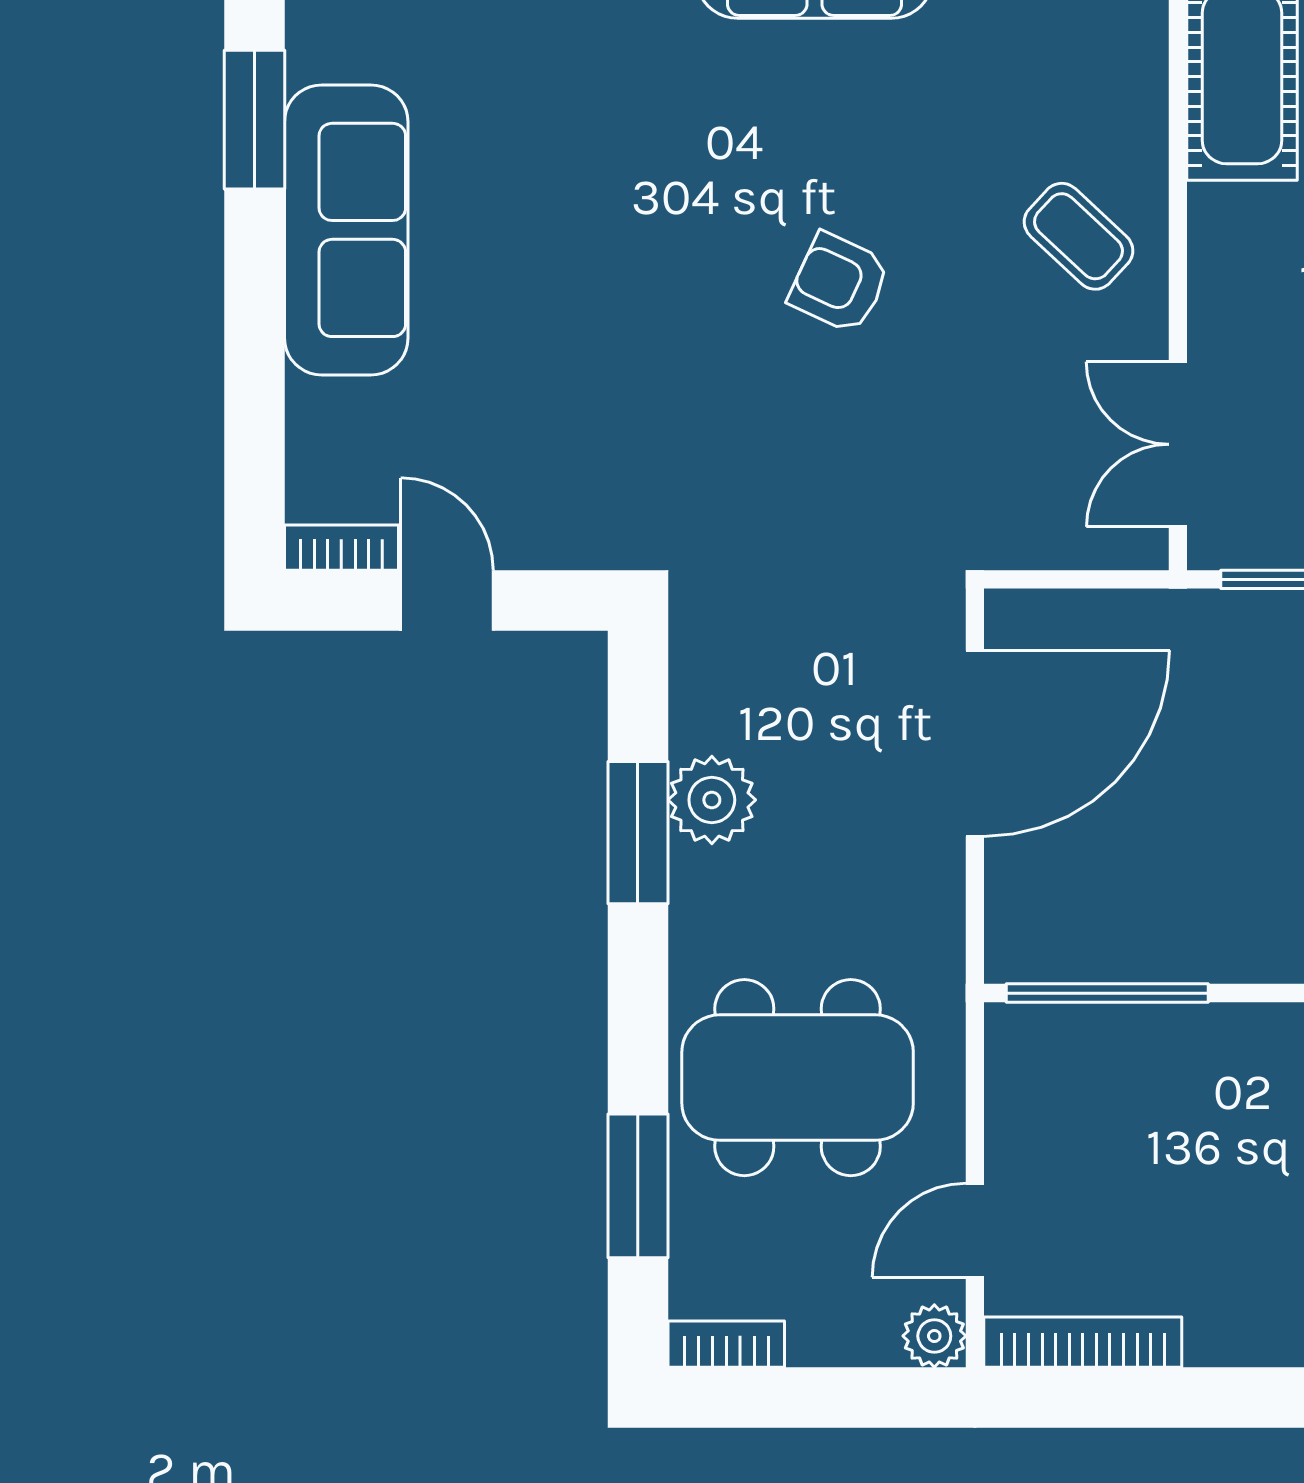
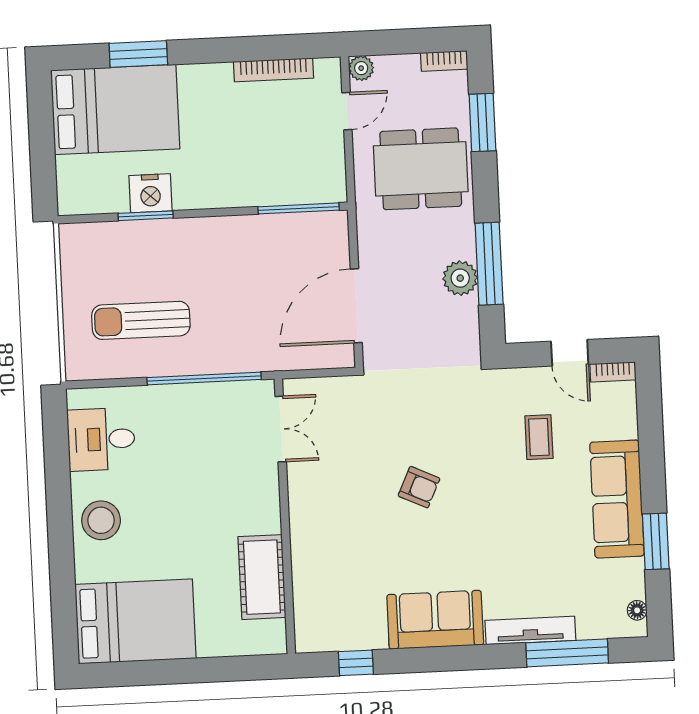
coffee table: (1078, 236) -> (539, 437), moved, turned 47
window: (638, 833) -> (489, 264), width x1.44
bookcase: (1083, 1342) -> (273, 70), moved

